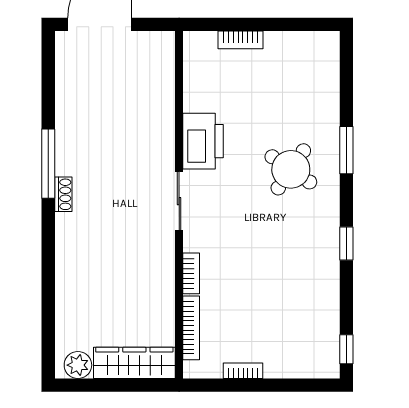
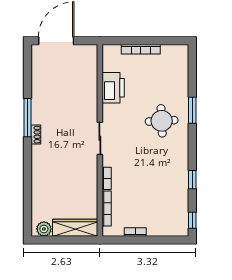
bookcase: (241, 40) -> (141, 49), width x1.56
printer: (203, 141) -> (113, 88), moved
round table: (291, 169) -> (162, 121), turned -37
window: (346, 244) -> (192, 180), moved

